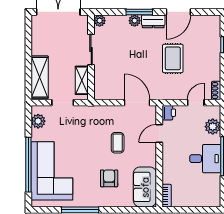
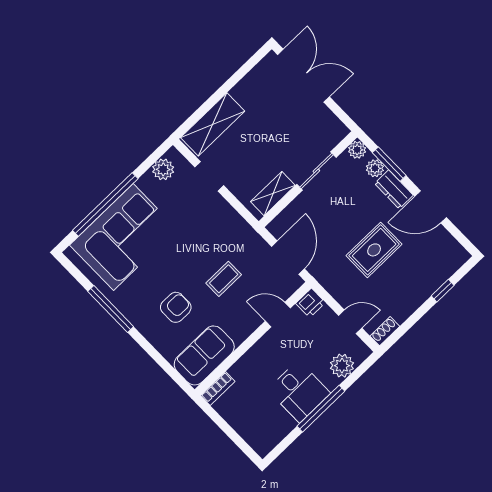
plant: (100, 21) -> (357, 150), moved
sliding door: (91, 49) -> (316, 171), moved
wall: (91, 57) -> (308, 179), moved
shelving: (82, 80) -> (273, 194), moved

